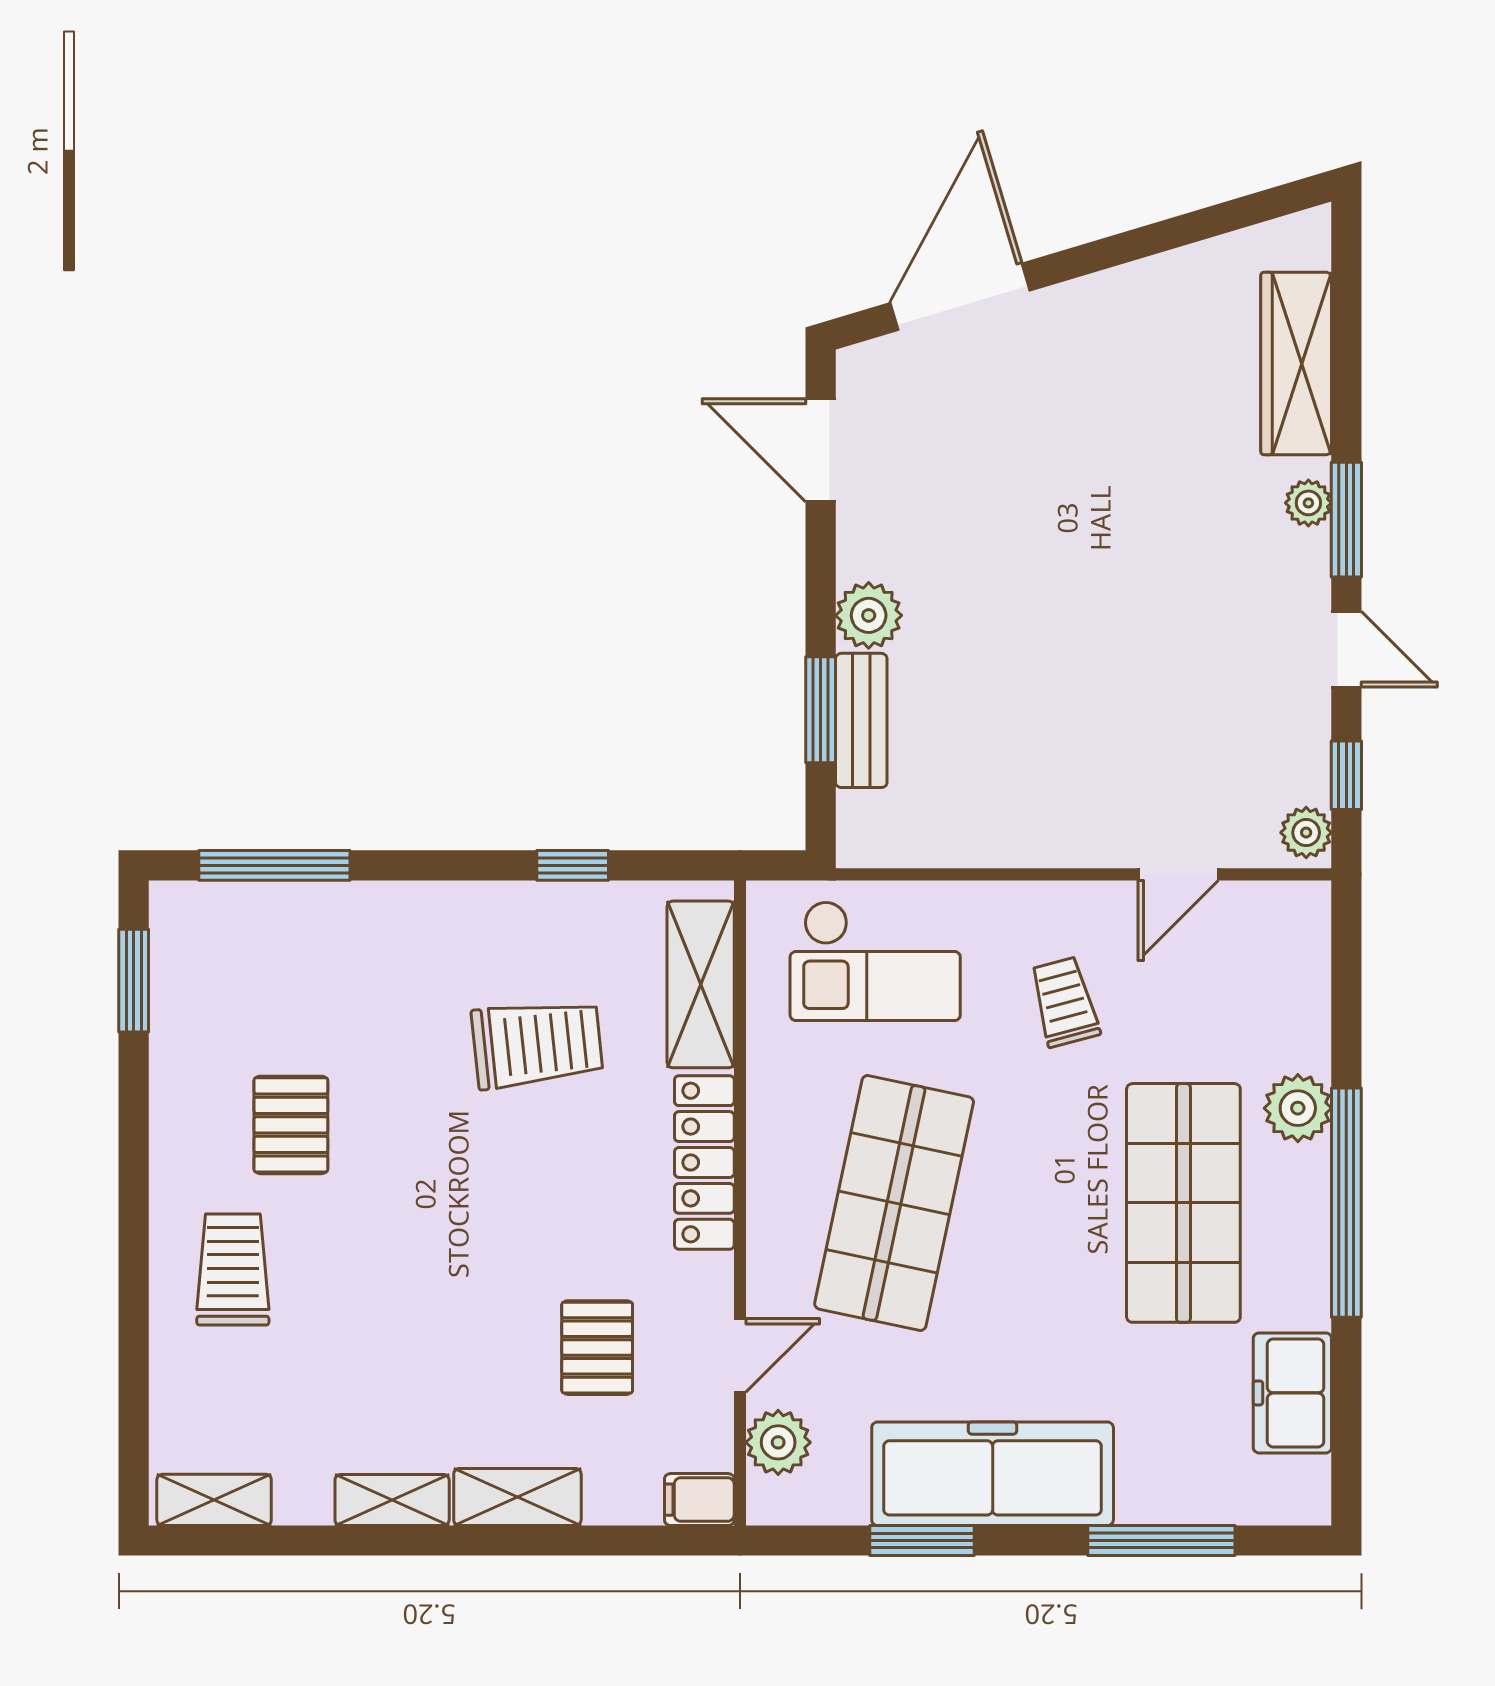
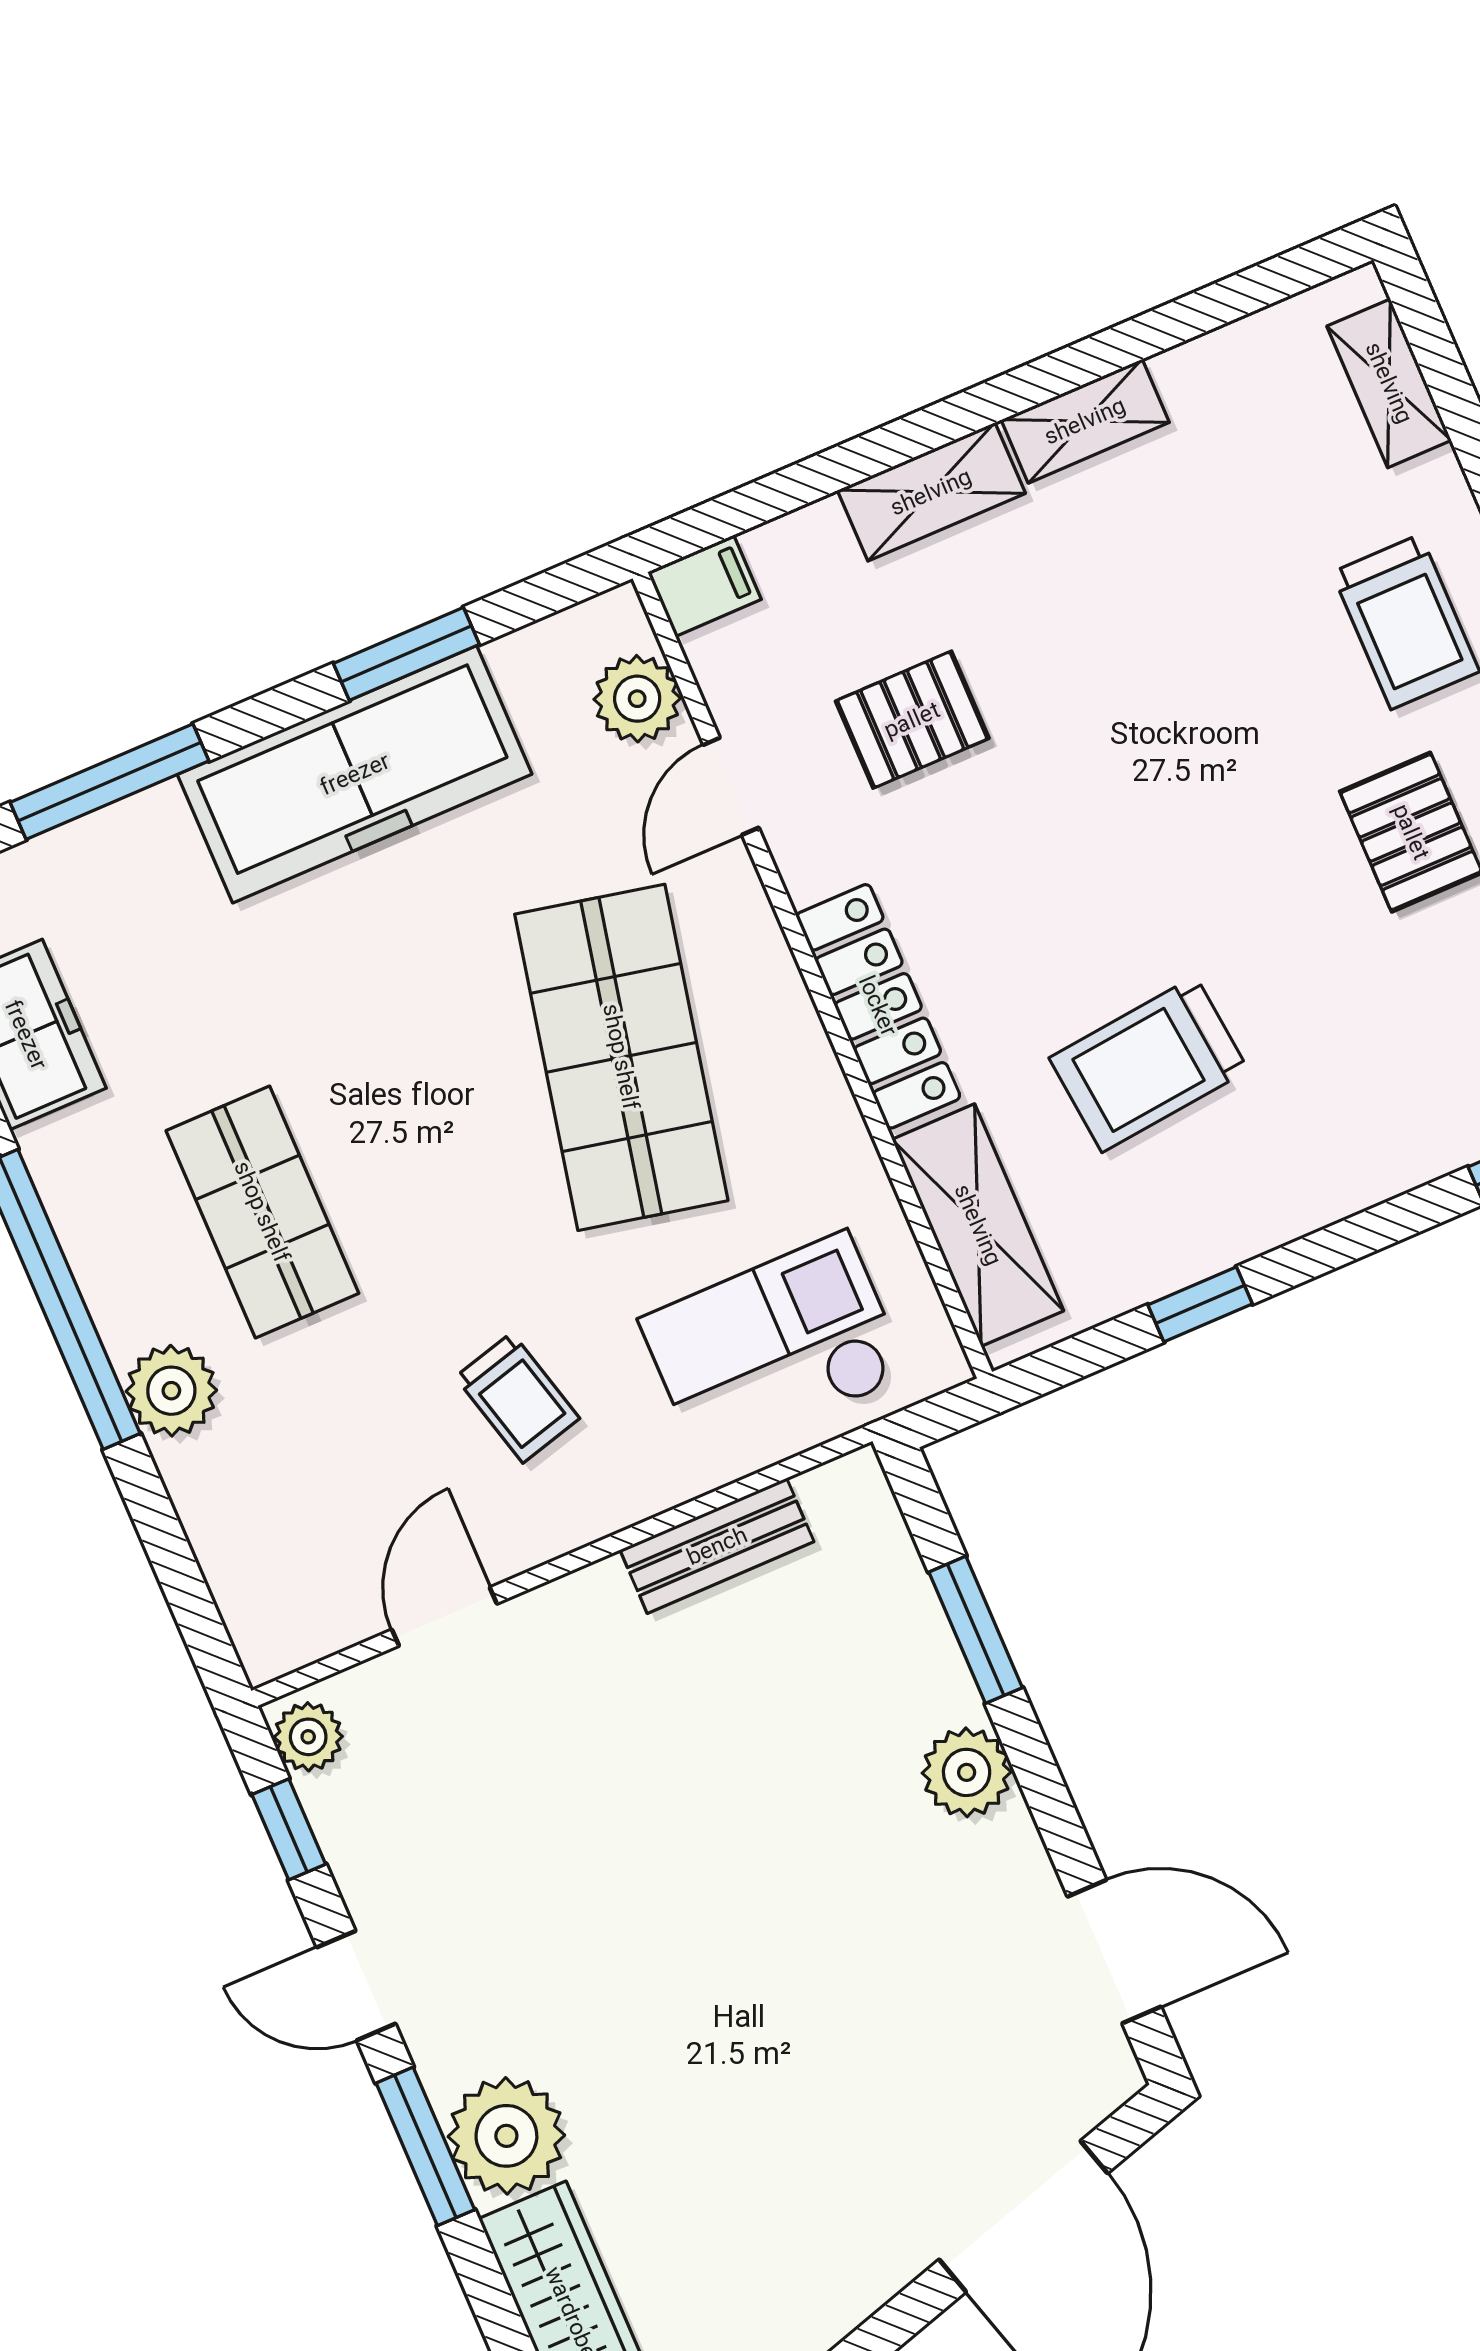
plant: (1308, 503) -> (506, 2136), width x1.88, depth x1.88
bench: (861, 720) -> (717, 1546), moved, turned 90
shop shelf: (1183, 1203) -> (262, 1212), width x0.70, depth x0.74
pallet: (597, 1348) -> (912, 720), turned 90
shelving: (214, 1500) -> (1389, 383), moved, turned 90

